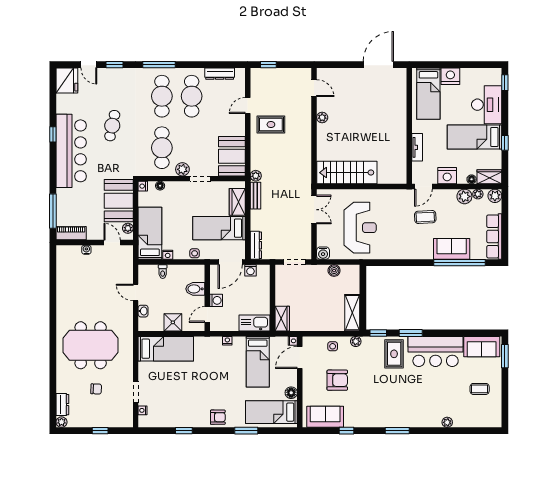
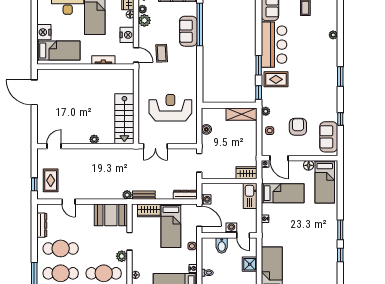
plant: (322, 117) -> (94, 139), moved
rug: (271, 125) -> (51, 180), moved
double door: (314, 210) -> (155, 146), swing flipped
water cooler: (323, 253) -> (192, 139), removed
armchair: (218, 417) -> (329, 227), removed
window: (246, 431) -> (340, 230), moved

